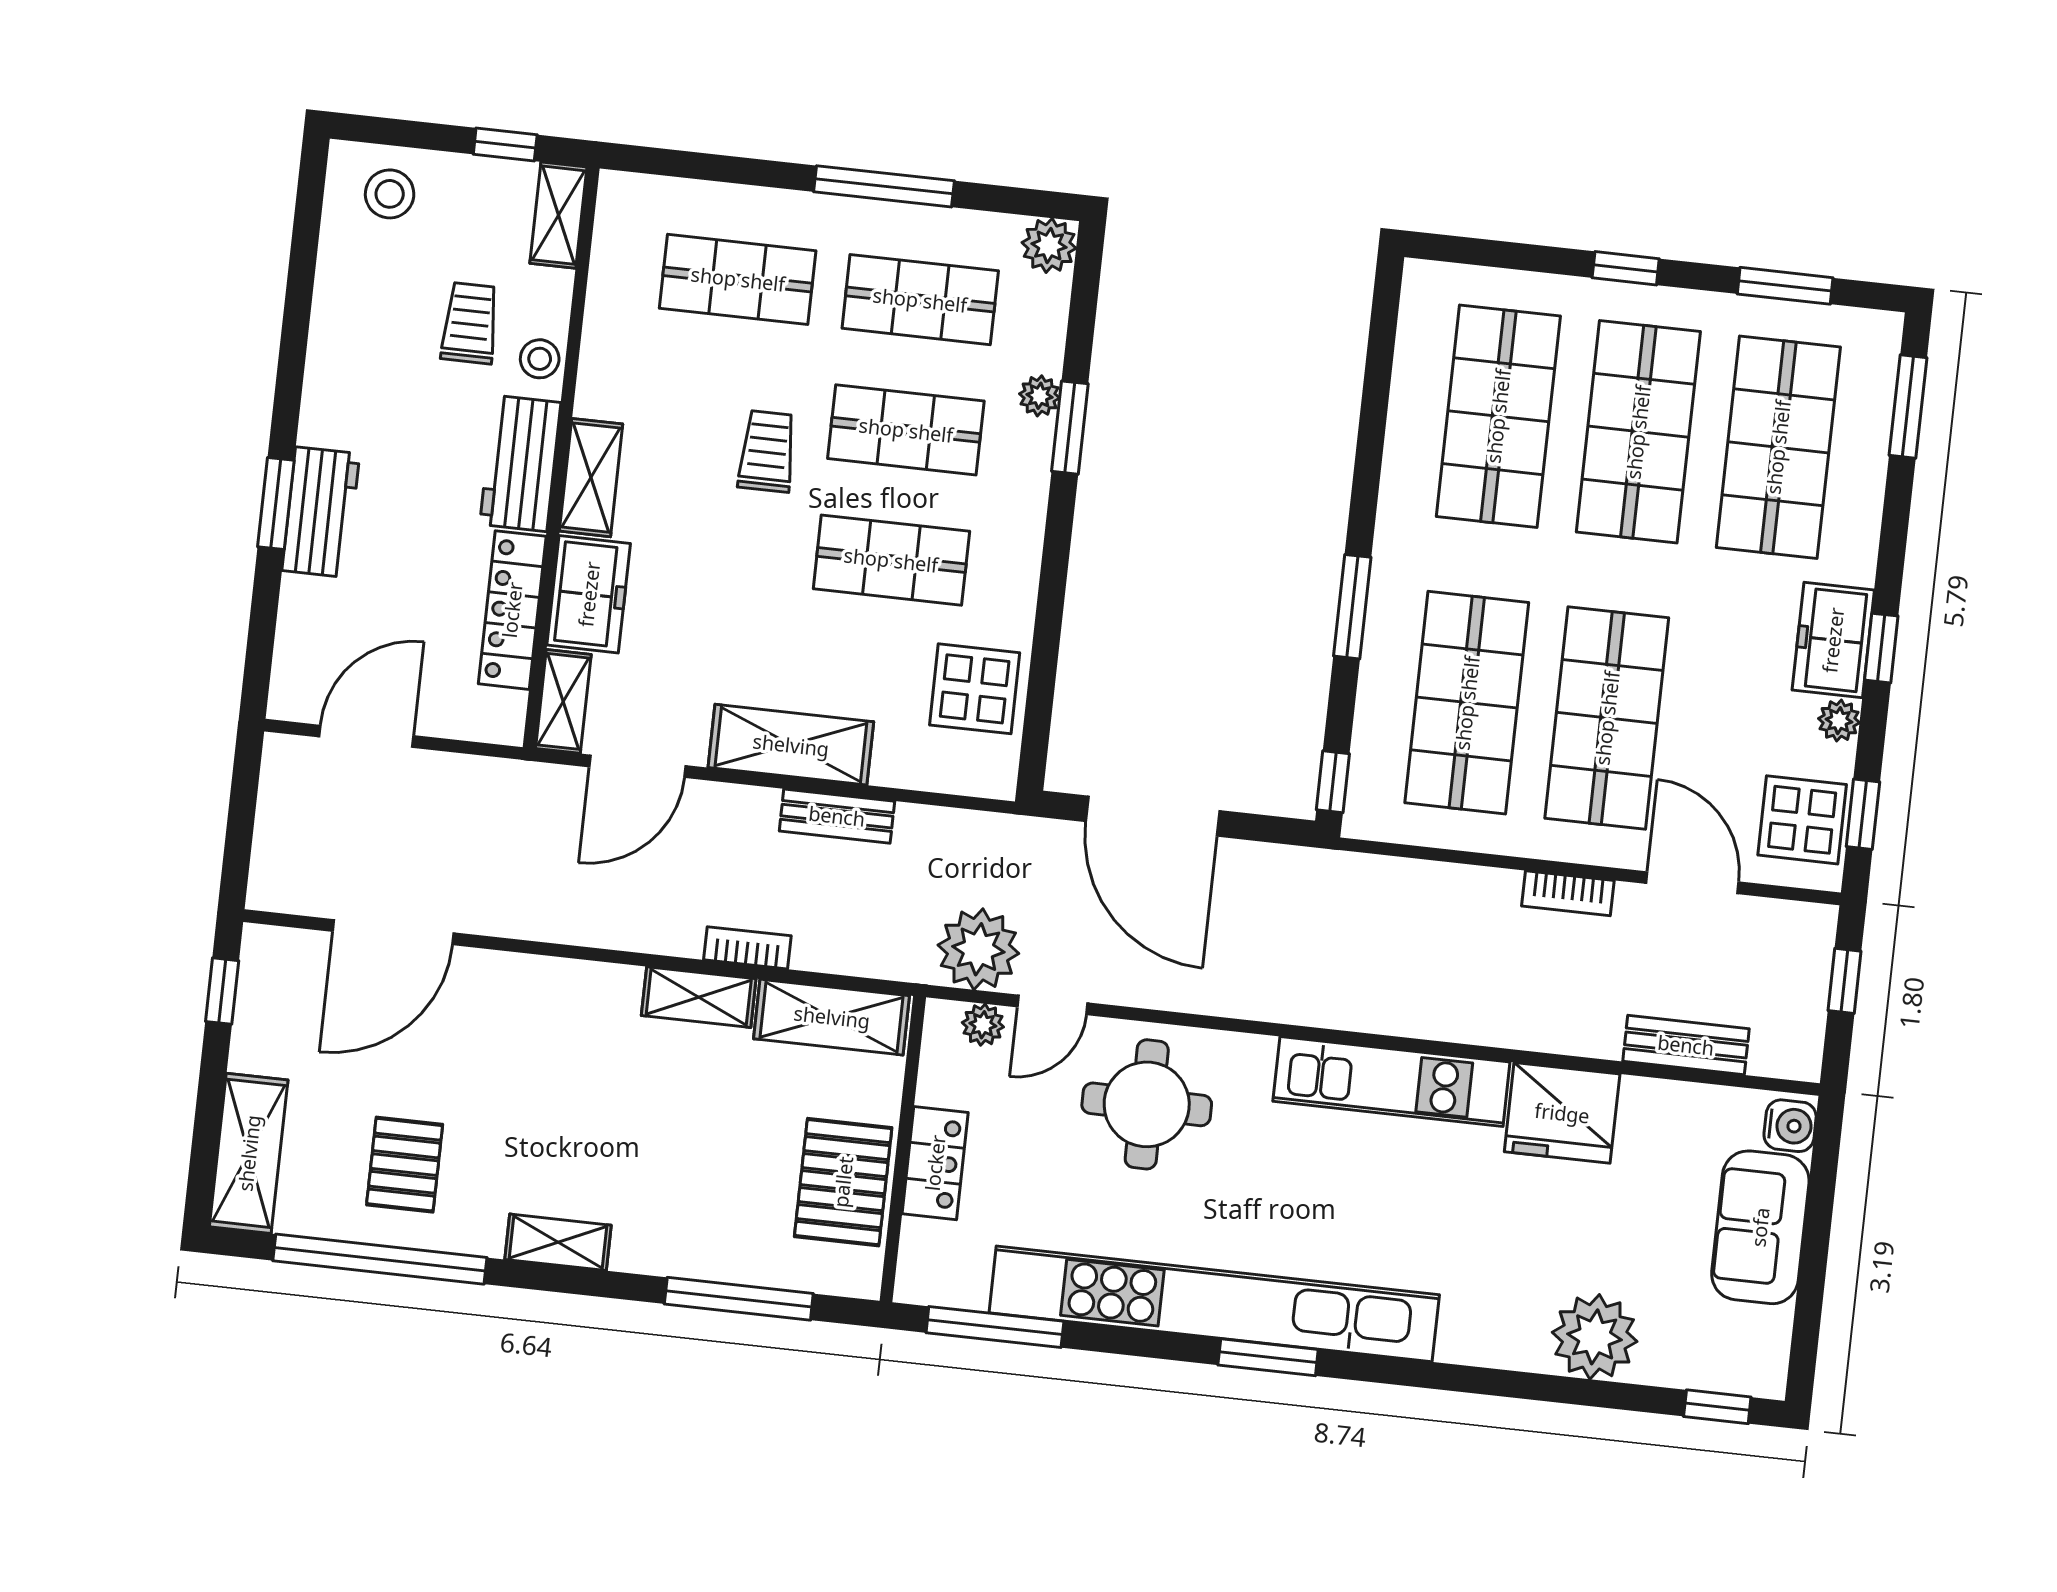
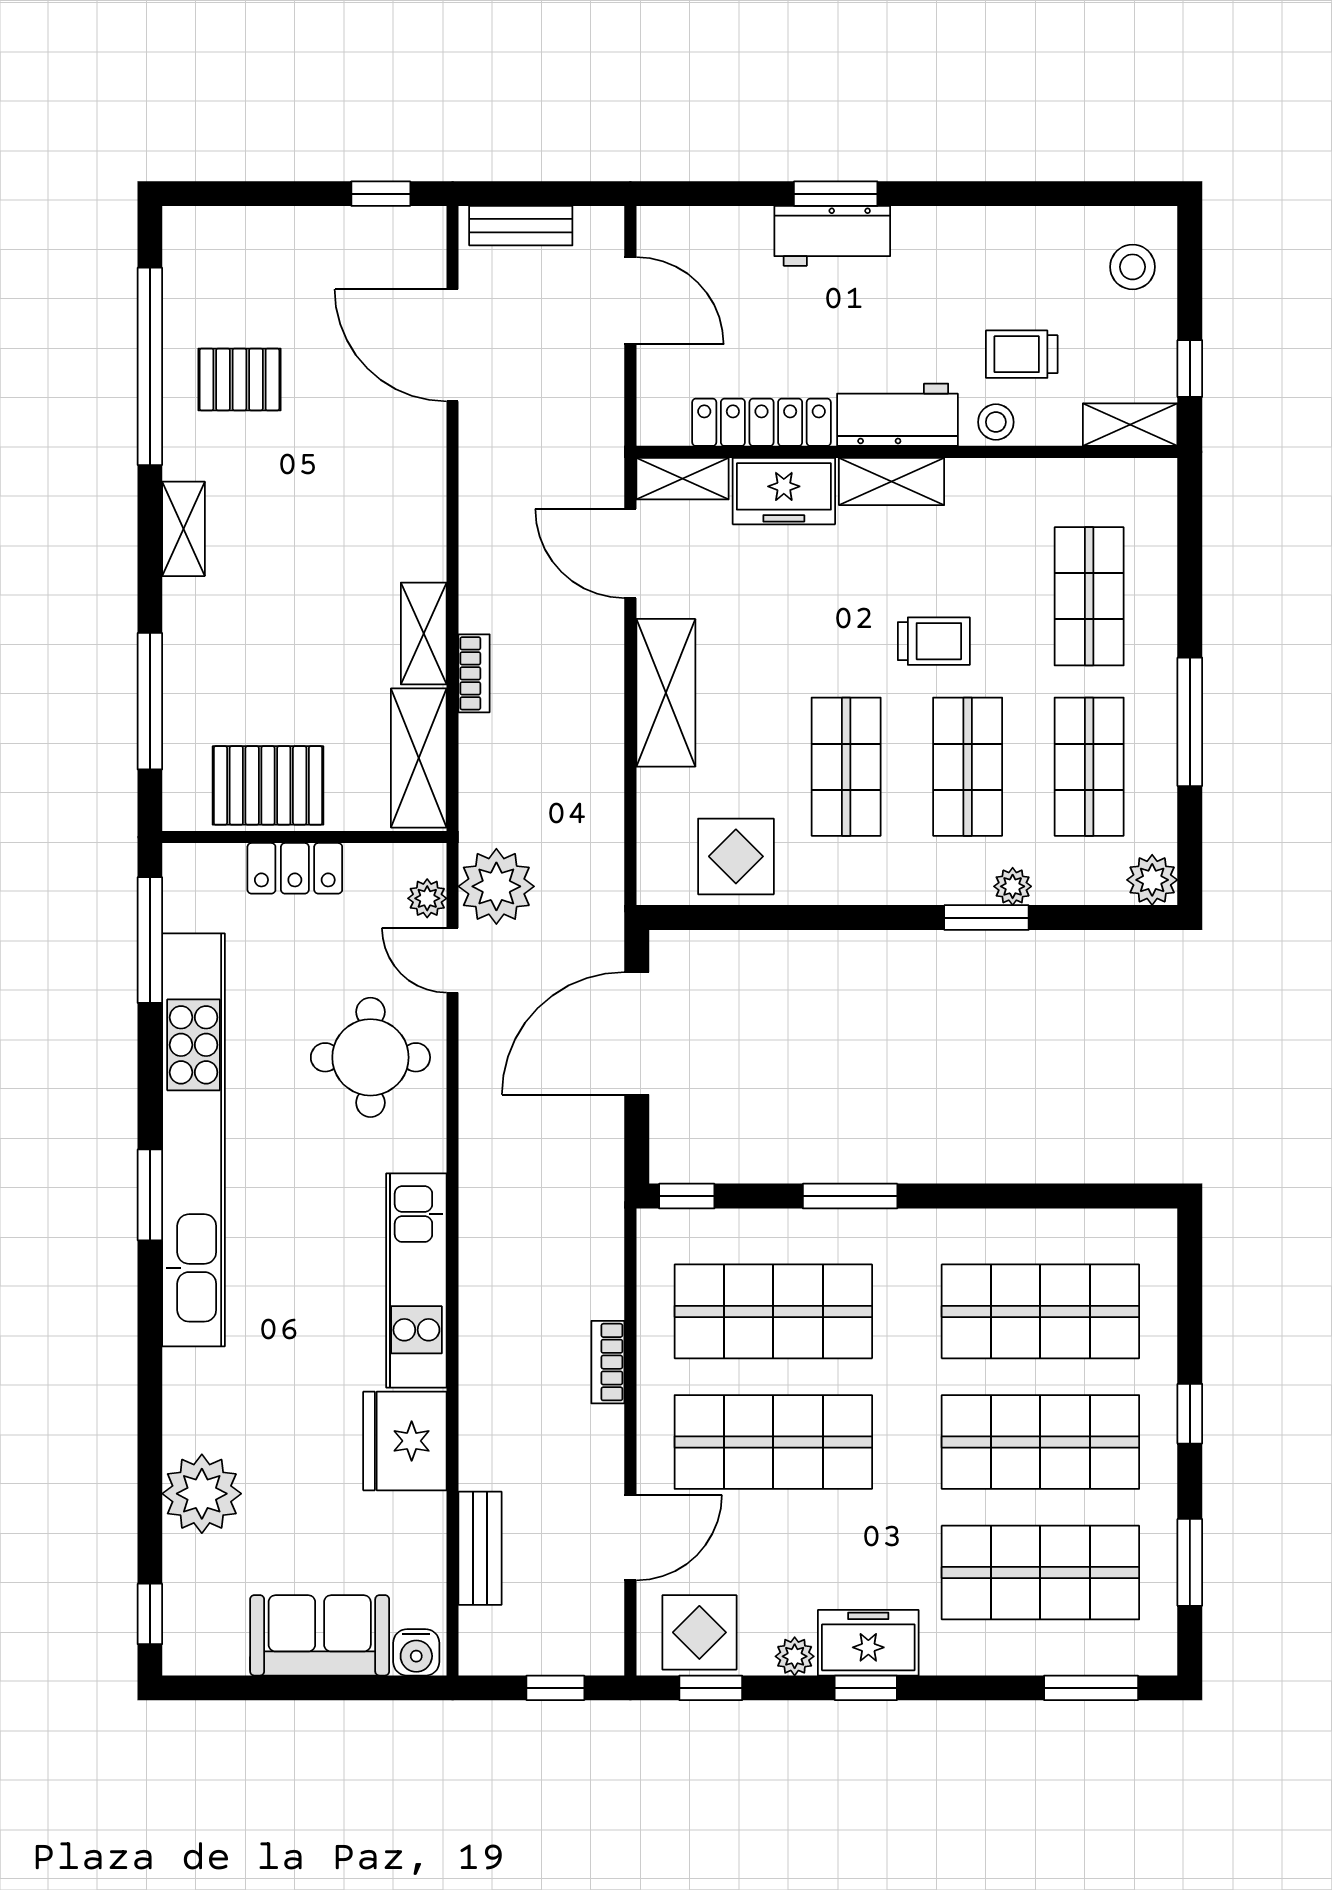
trolley: (470, 323) -> (1022, 354), turned 180
bench: (837, 816) -> (521, 226), moved, turned 90
bookcase: (1568, 893) -> (608, 1362), moved
shelving: (249, 1153) -> (234, 235), removed

